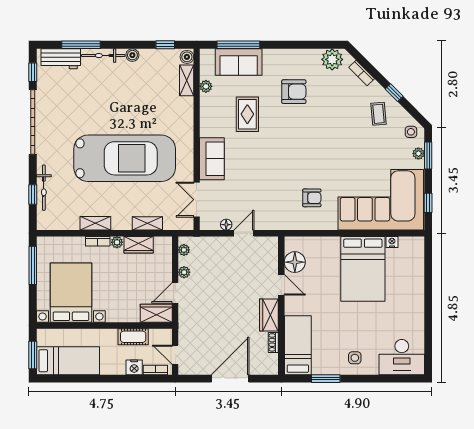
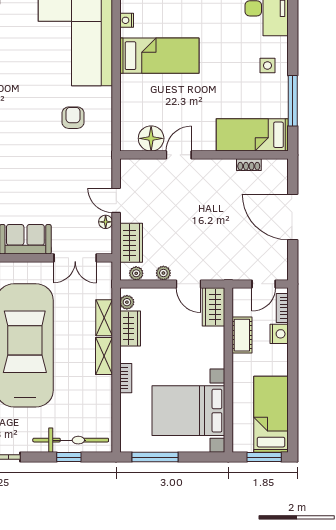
bicycle: (44, 188) -> (71, 440), width x1.37, depth x1.40
shelving: (95, 223) -> (104, 356), moved
plant: (117, 242) -> (127, 302), moved
bed: (363, 269) -> (159, 56), width x0.67
wardrobe: (269, 315) -> (131, 243), moved, turned -90
window: (326, 379) -> (293, 101), width x1.44

